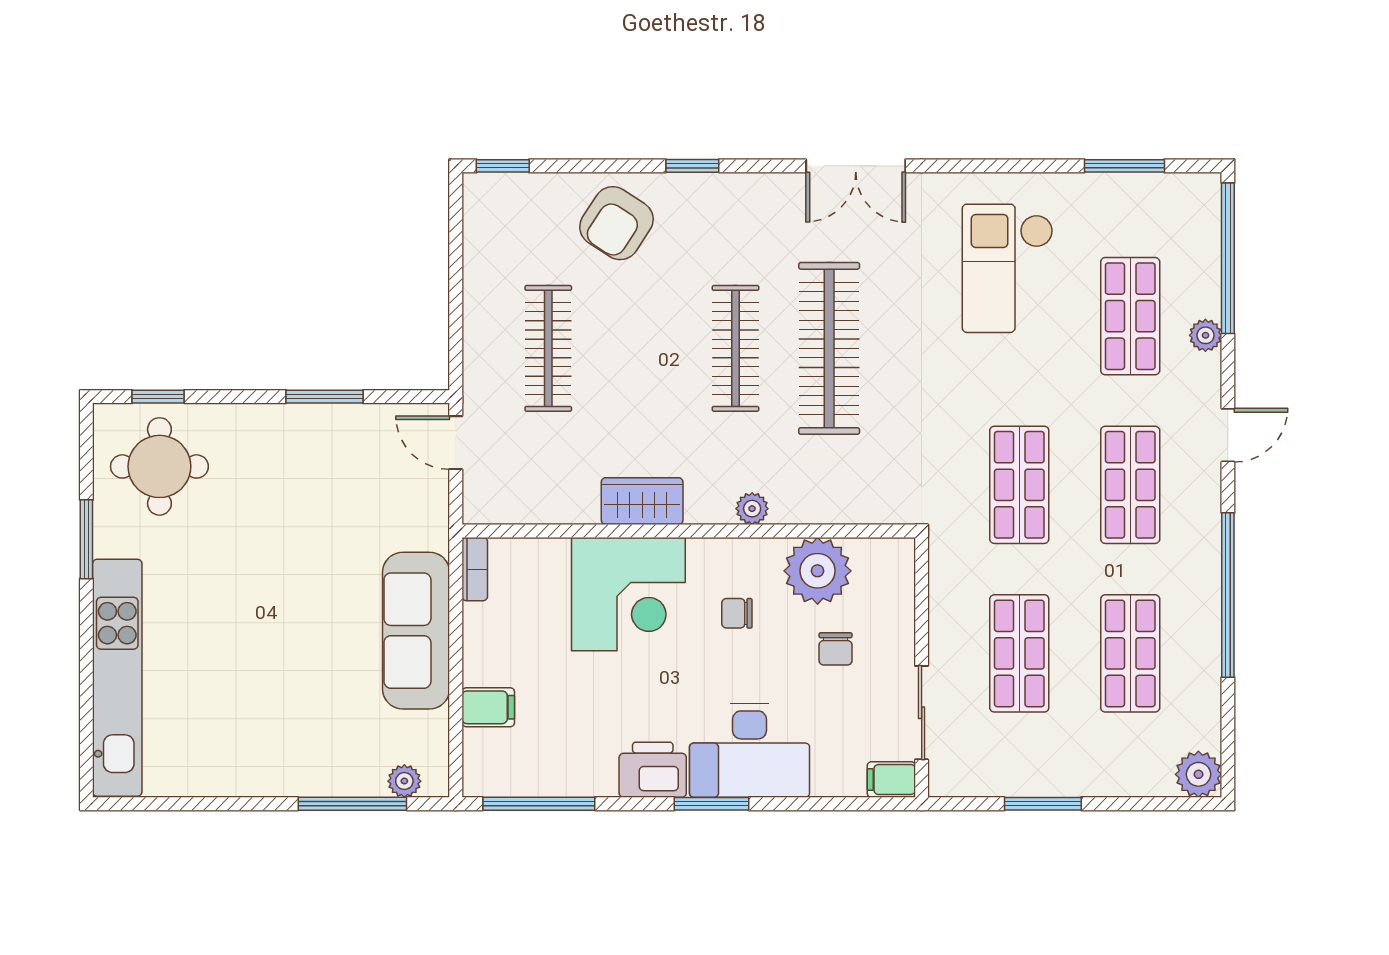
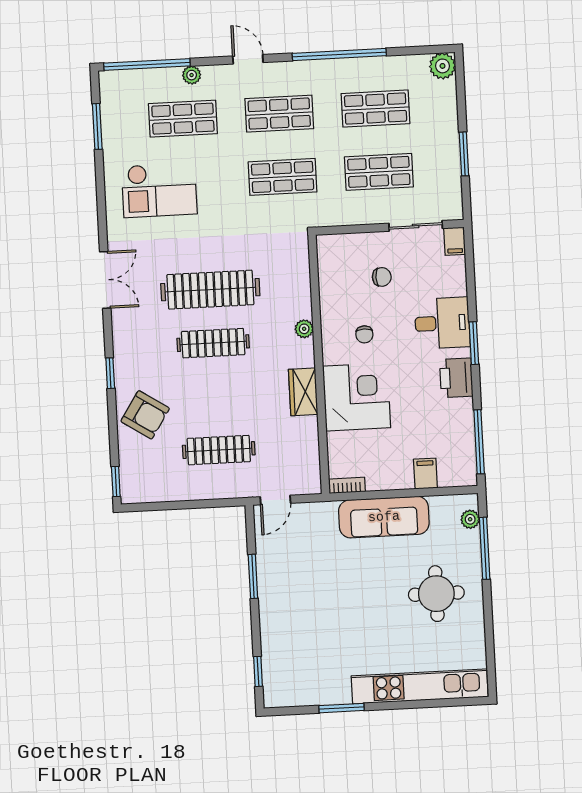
round table: (159, 466) -> (436, 594), moved
plant: (818, 571) -> (338, 290), removed
desk: (750, 750) -> (442, 323), width x0.73

